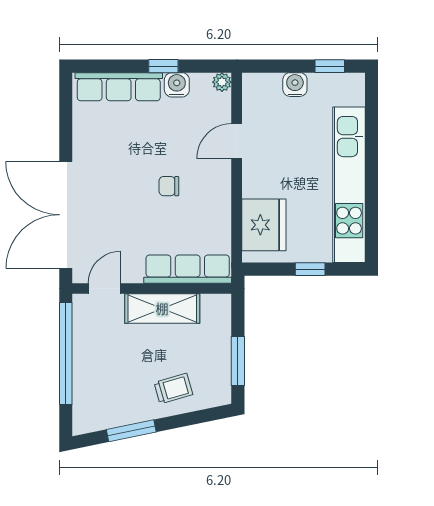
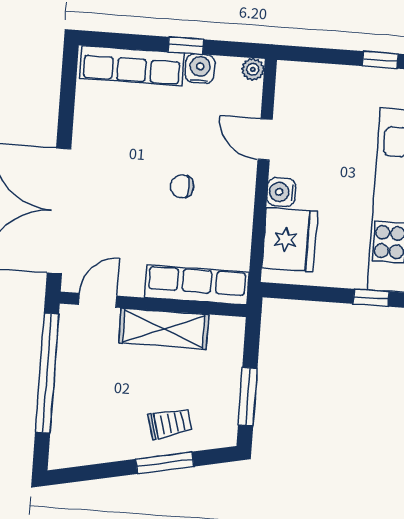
water cooler: (295, 85) -> (281, 192), moved, turned -90
door: (237, 141) -> (265, 139), hinge flipped
window: (310, 269) -> (371, 298), moved
window: (131, 431) -> (165, 463), moved

